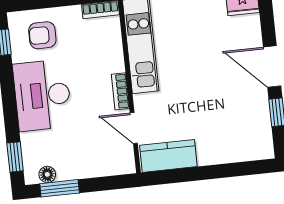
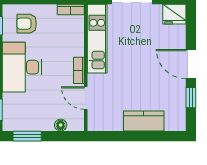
kitchen counter: (168, 156) -> (144, 121), moved
floor lamp: (47, 174) -> (61, 125), moved

